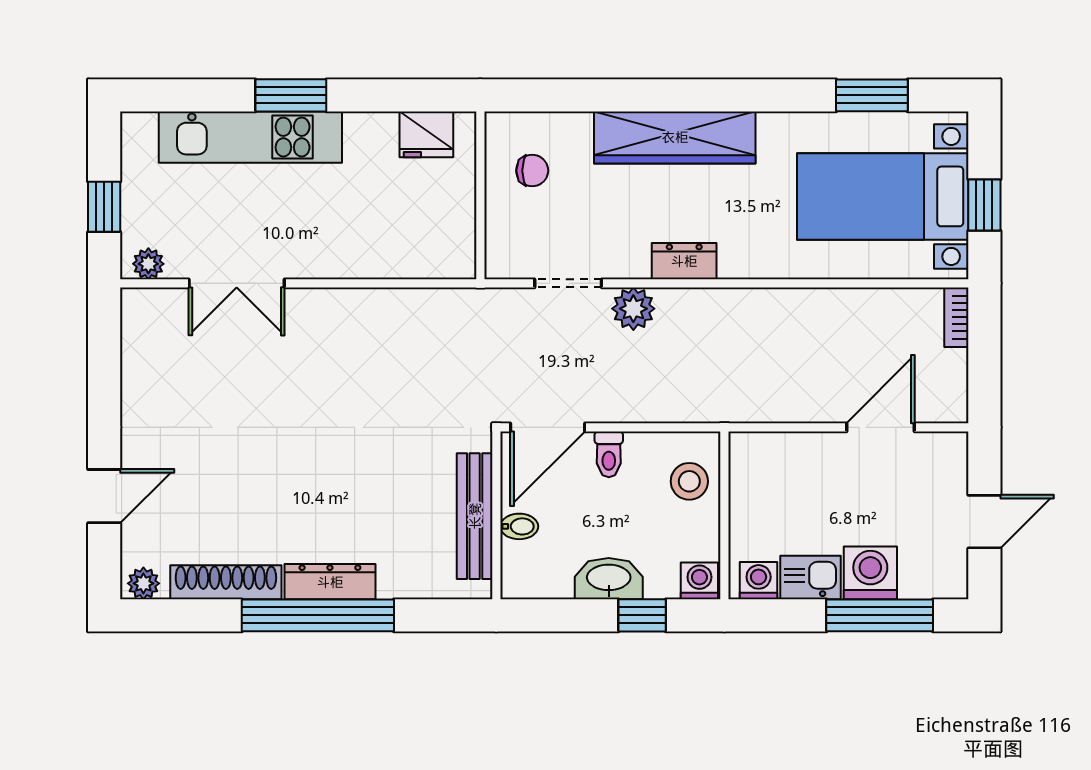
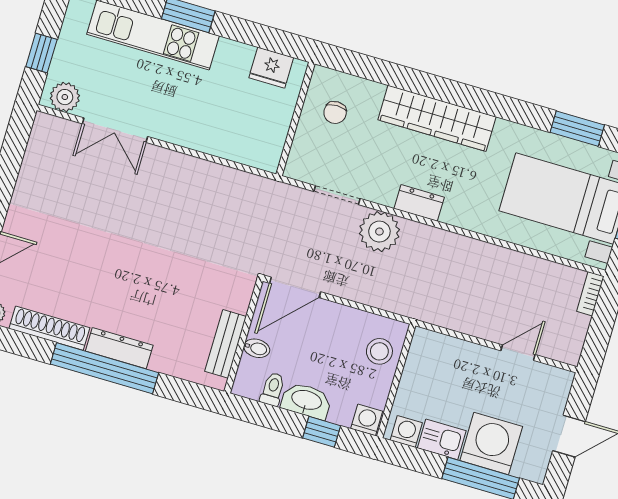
chair: (532, 171) -> (335, 113), turned 90
plant: (148, 264) -> (65, 97), width x1.38, depth x1.38
plant: (633, 309) -> (379, 232), width x1.36, depth x1.36
door: (881, 427) -> (518, 353), width x0.73
toilet: (609, 454) -> (273, 389), moved, turned 180
bench: (475, 516) -> (226, 344), width x0.73
washing machine: (870, 573) -> (491, 443), width x1.37, depth x1.37

